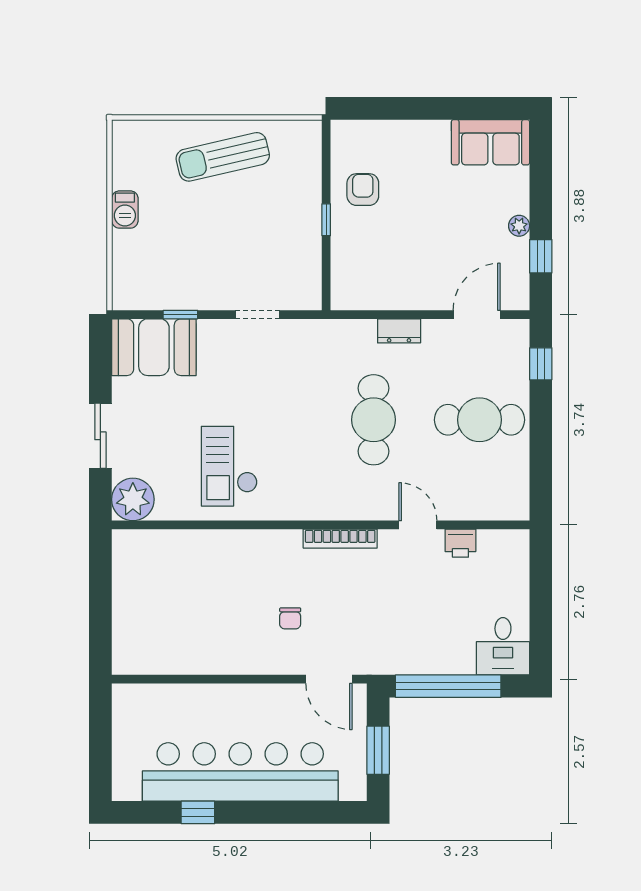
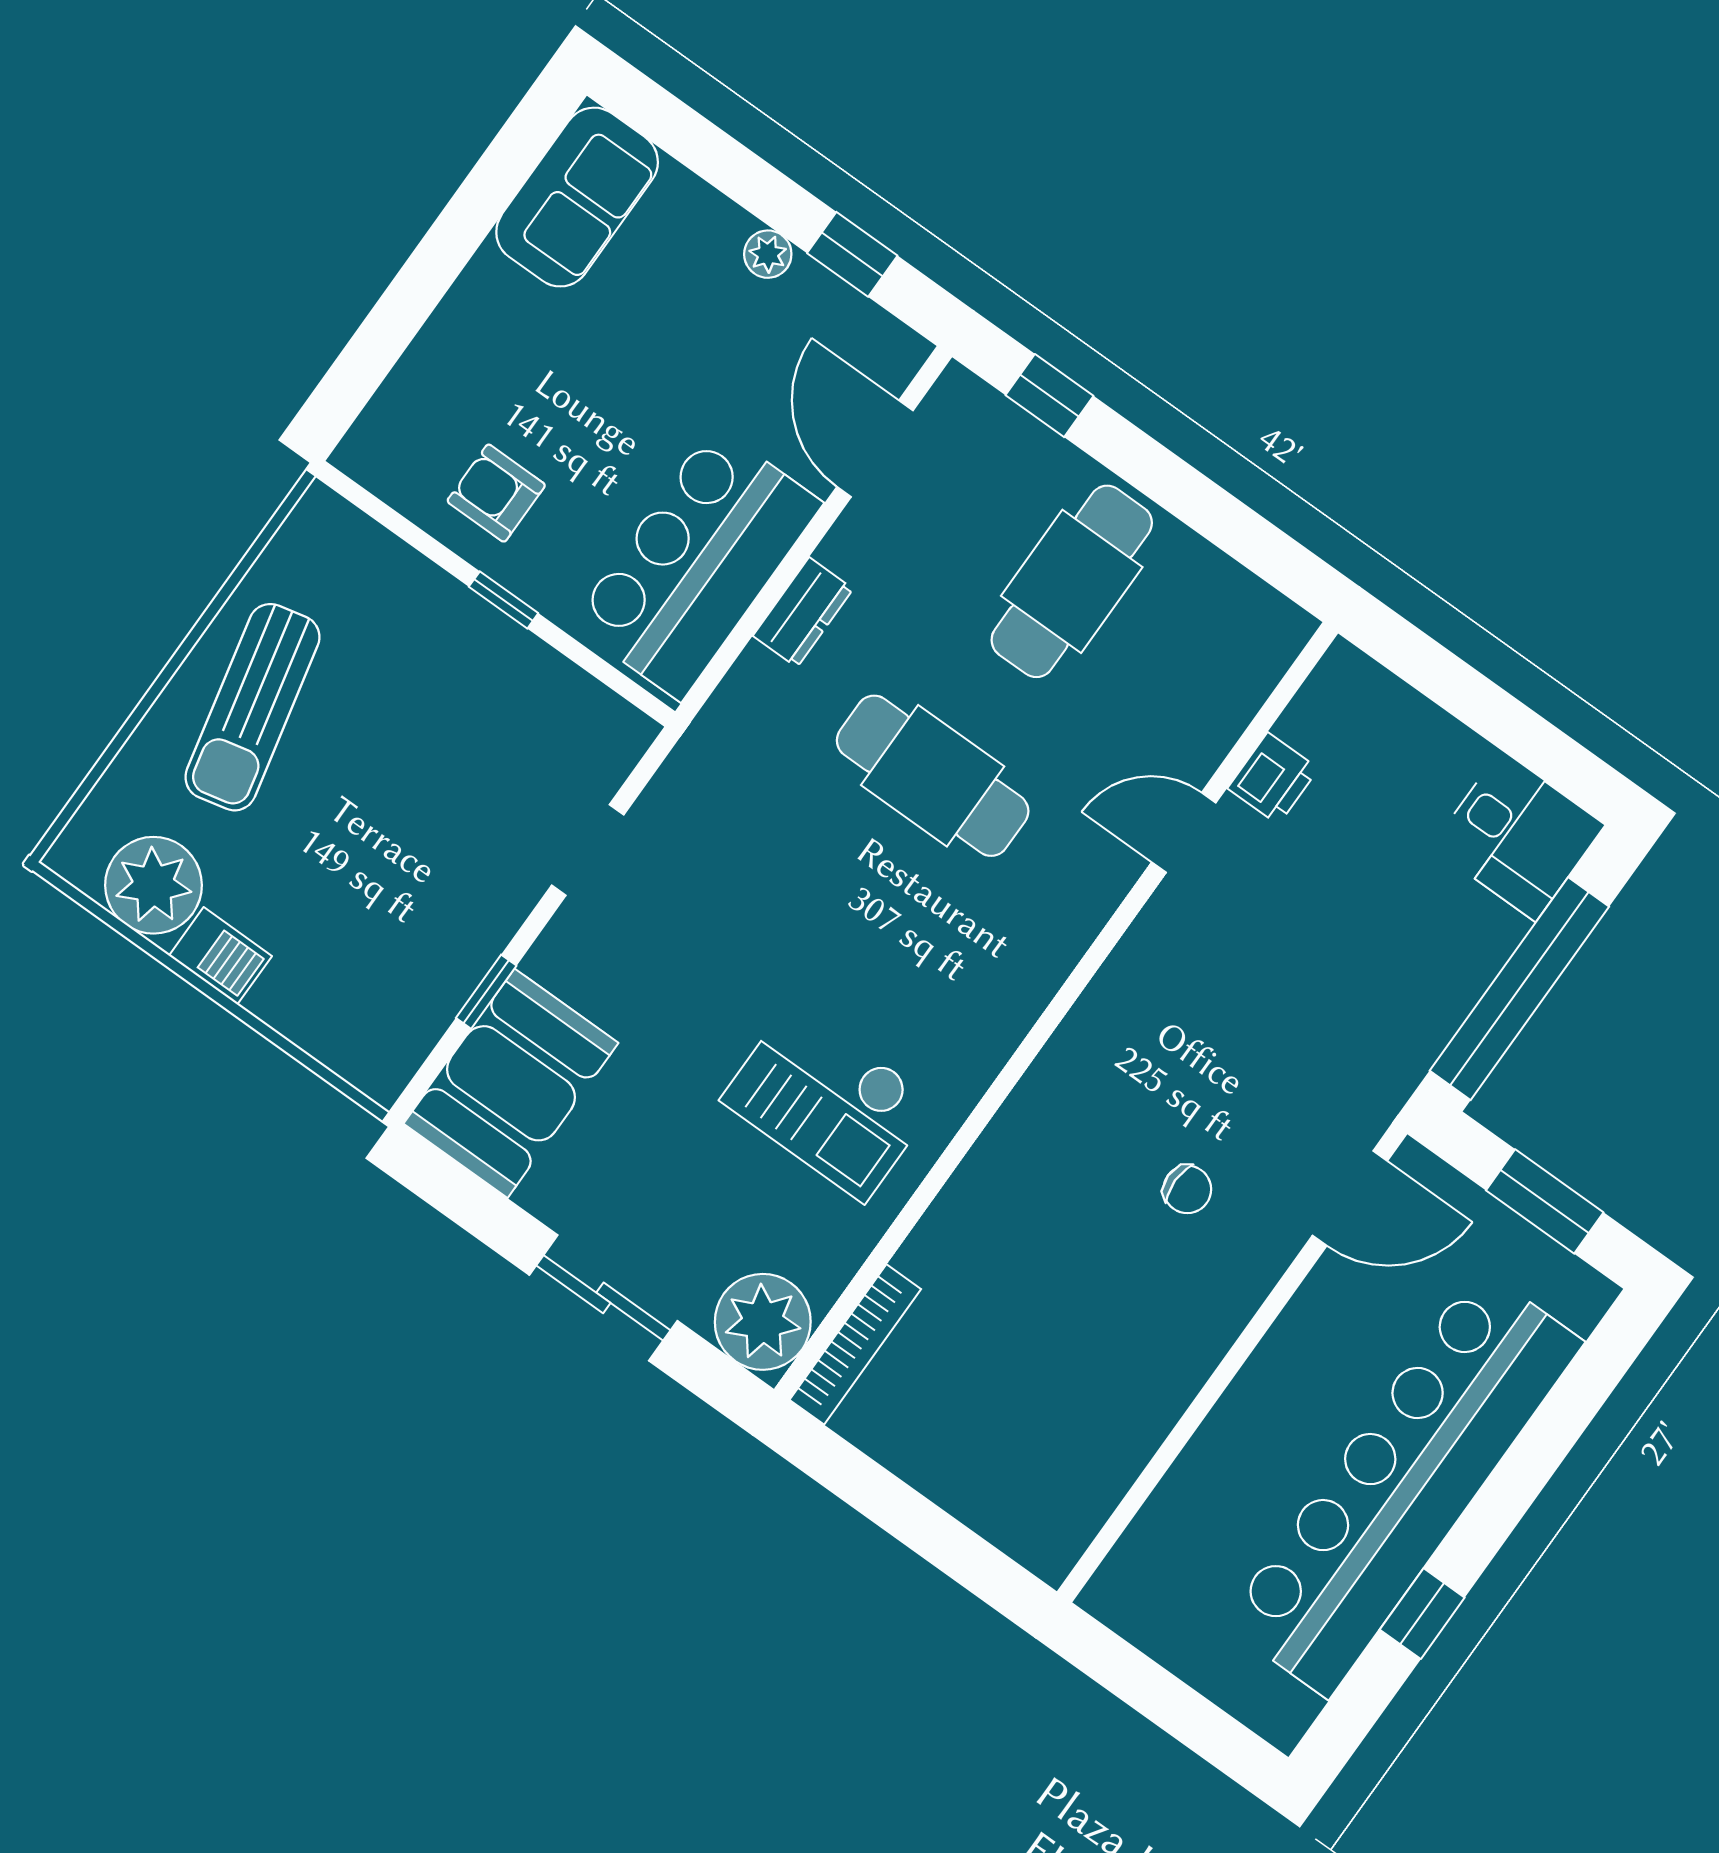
plant: (133, 167) -> (154, 885), added
bar counter: (389, 280) -> (697, 563), added
bookcase: (340, 539) -> (855, 1344), moved

